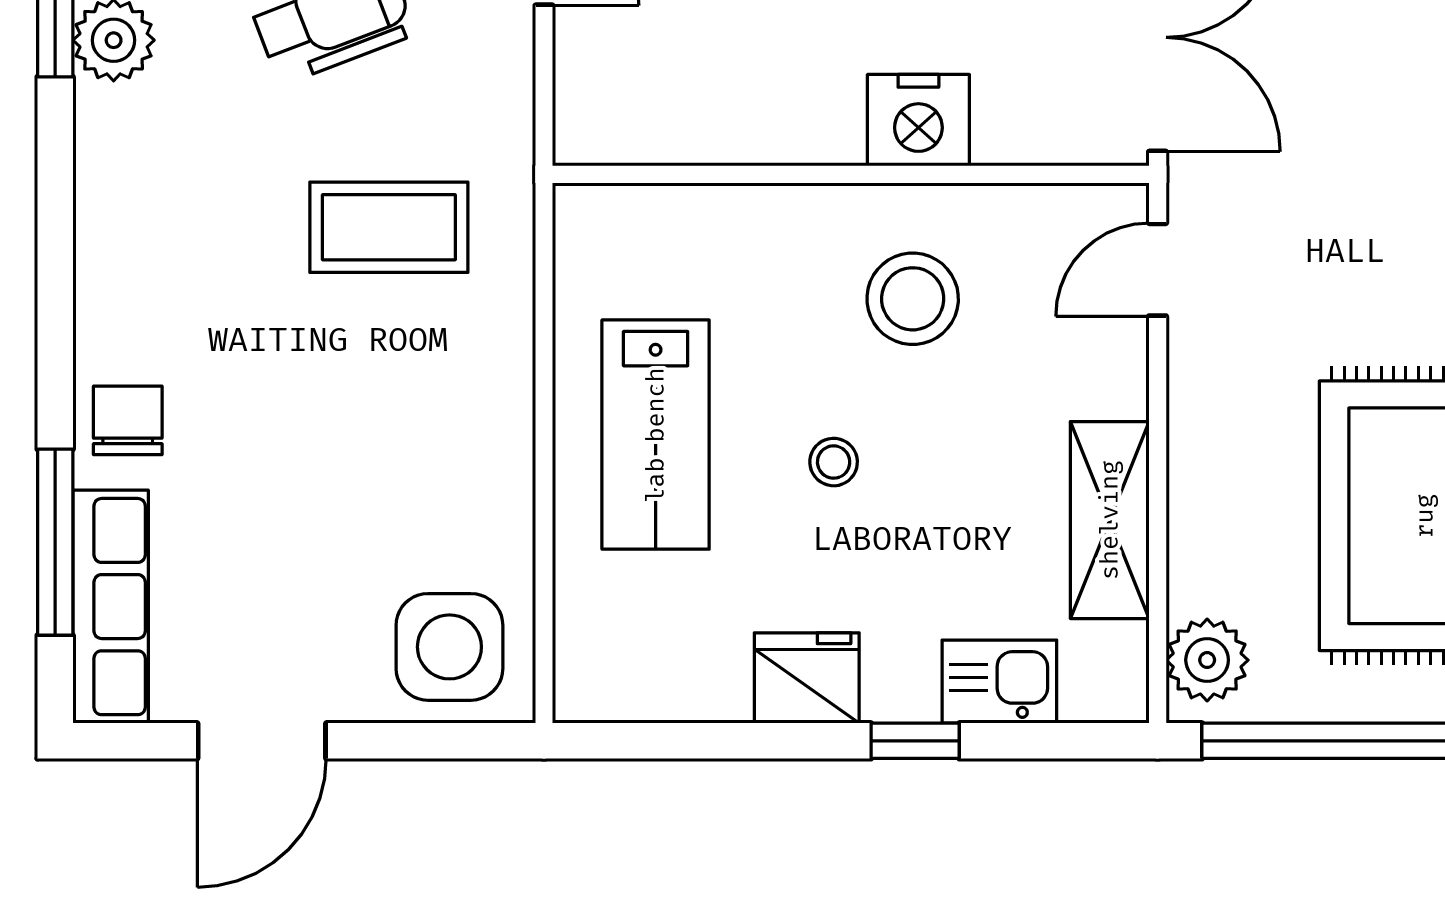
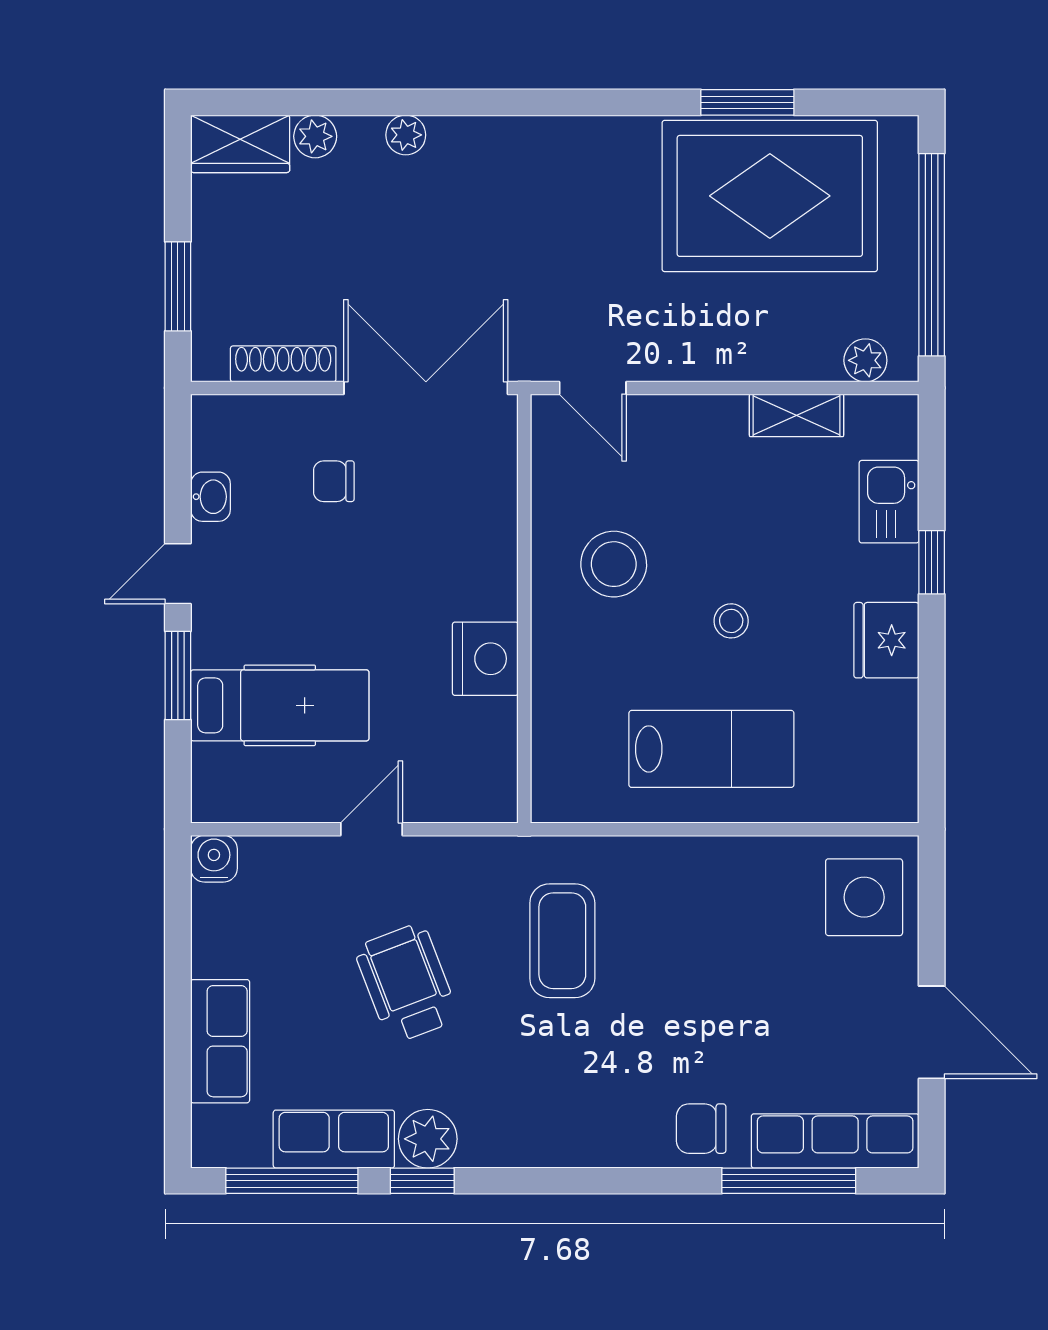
nightstand: (918, 120) -> (485, 659), moved
shelving: (1110, 520) -> (797, 415), width x0.67, depth x0.75
plant: (1207, 660) -> (865, 360), width x0.73, depth x0.73

